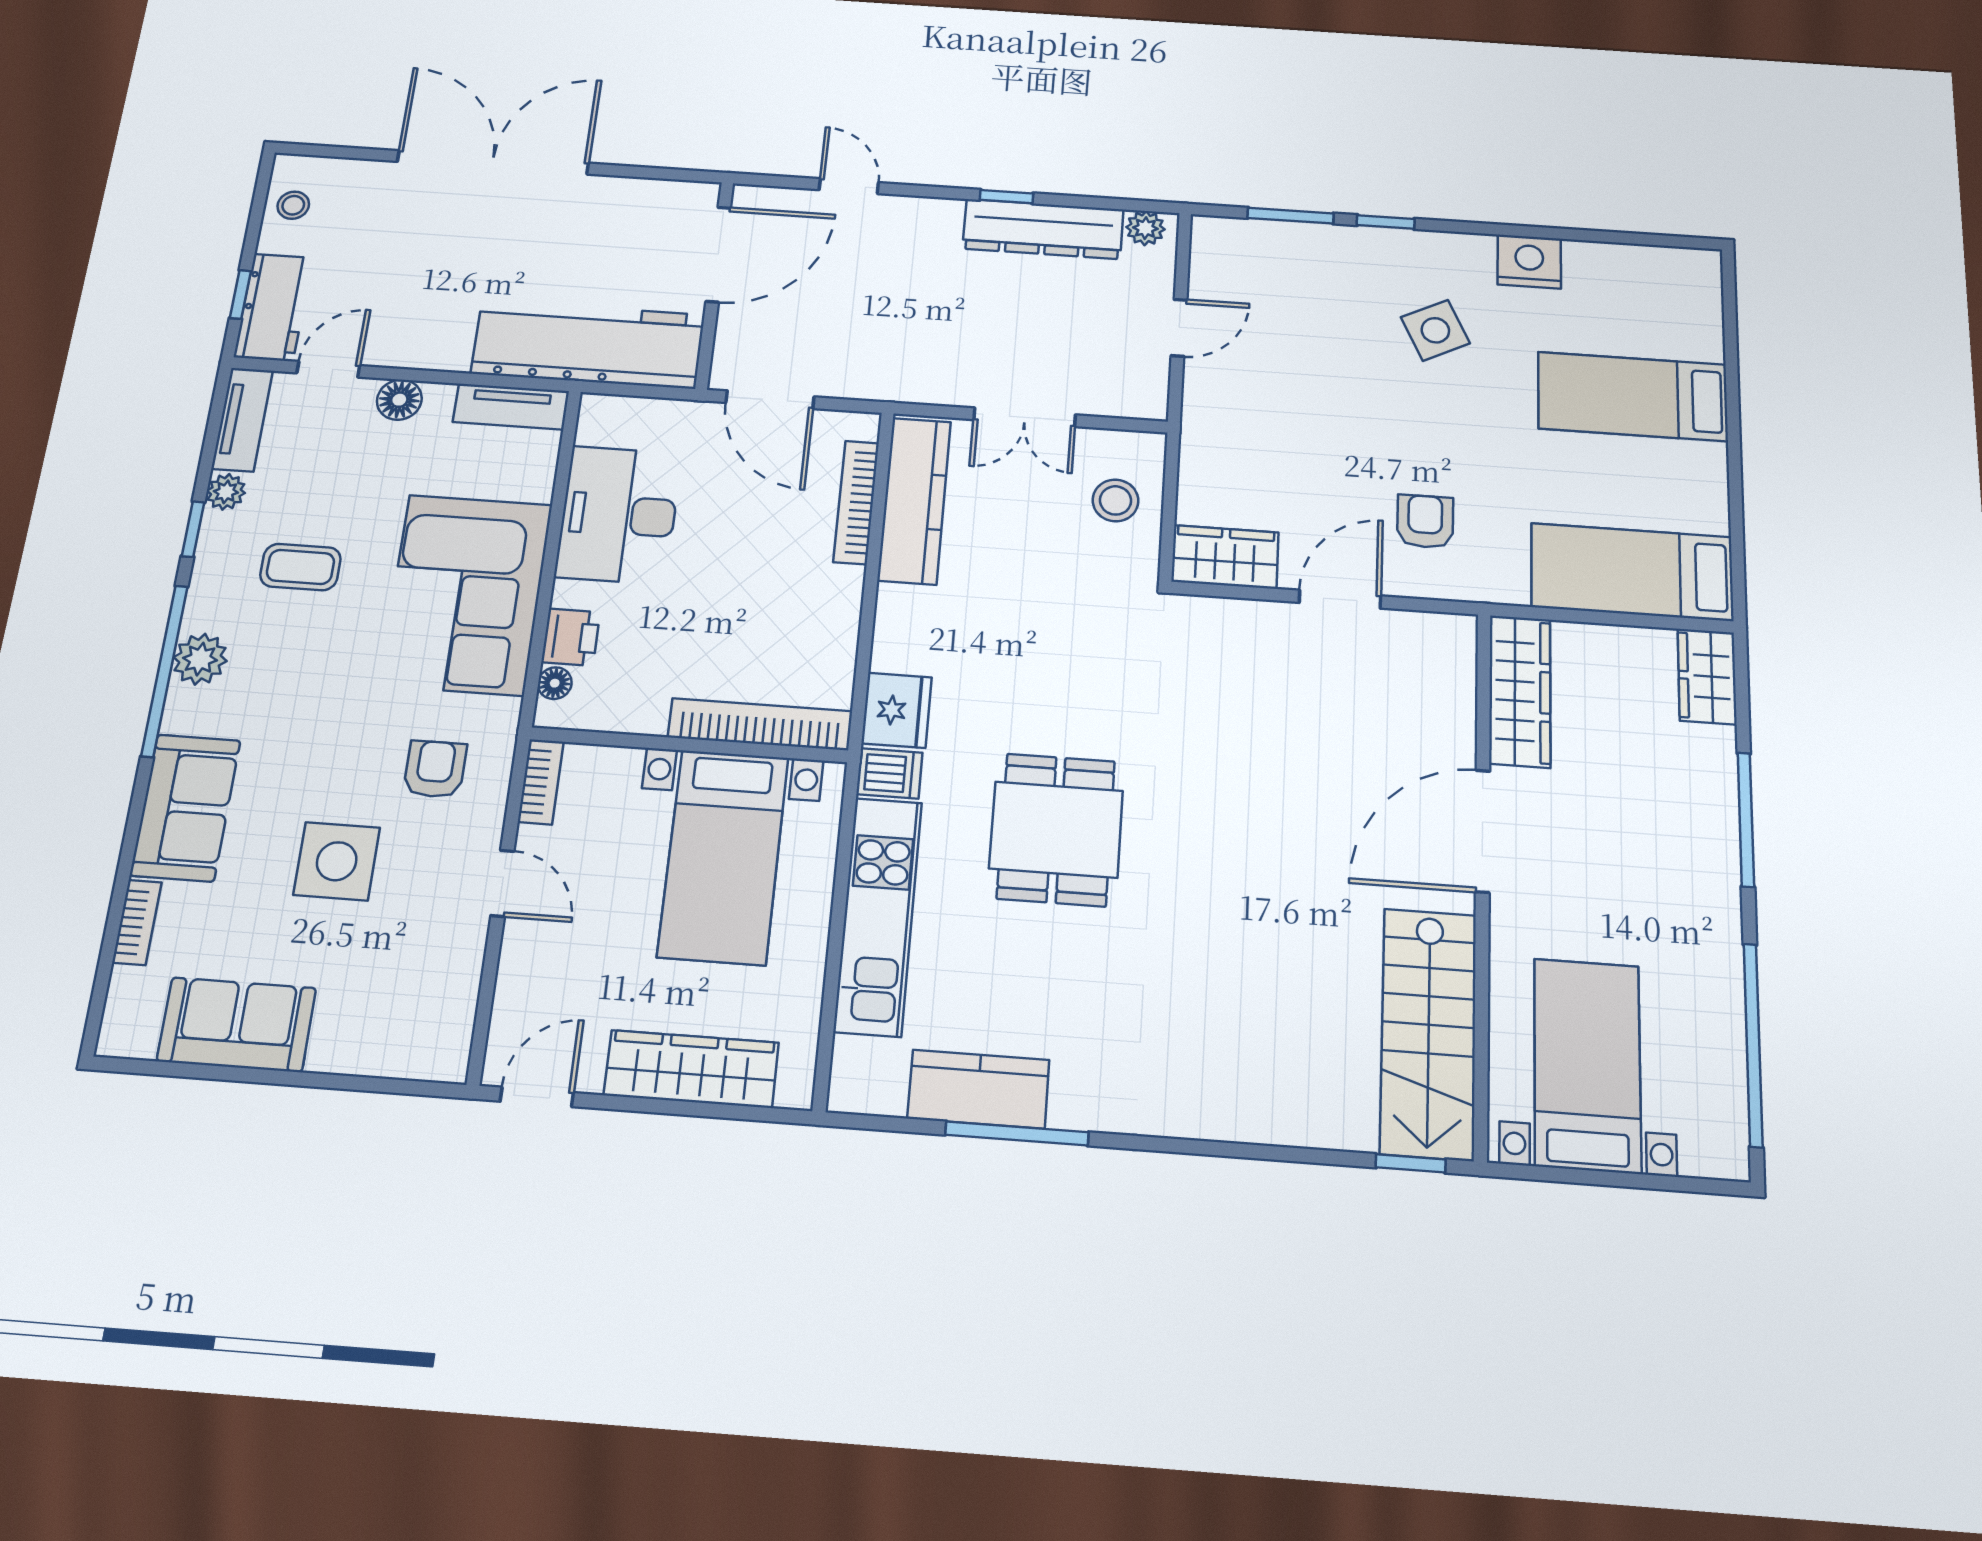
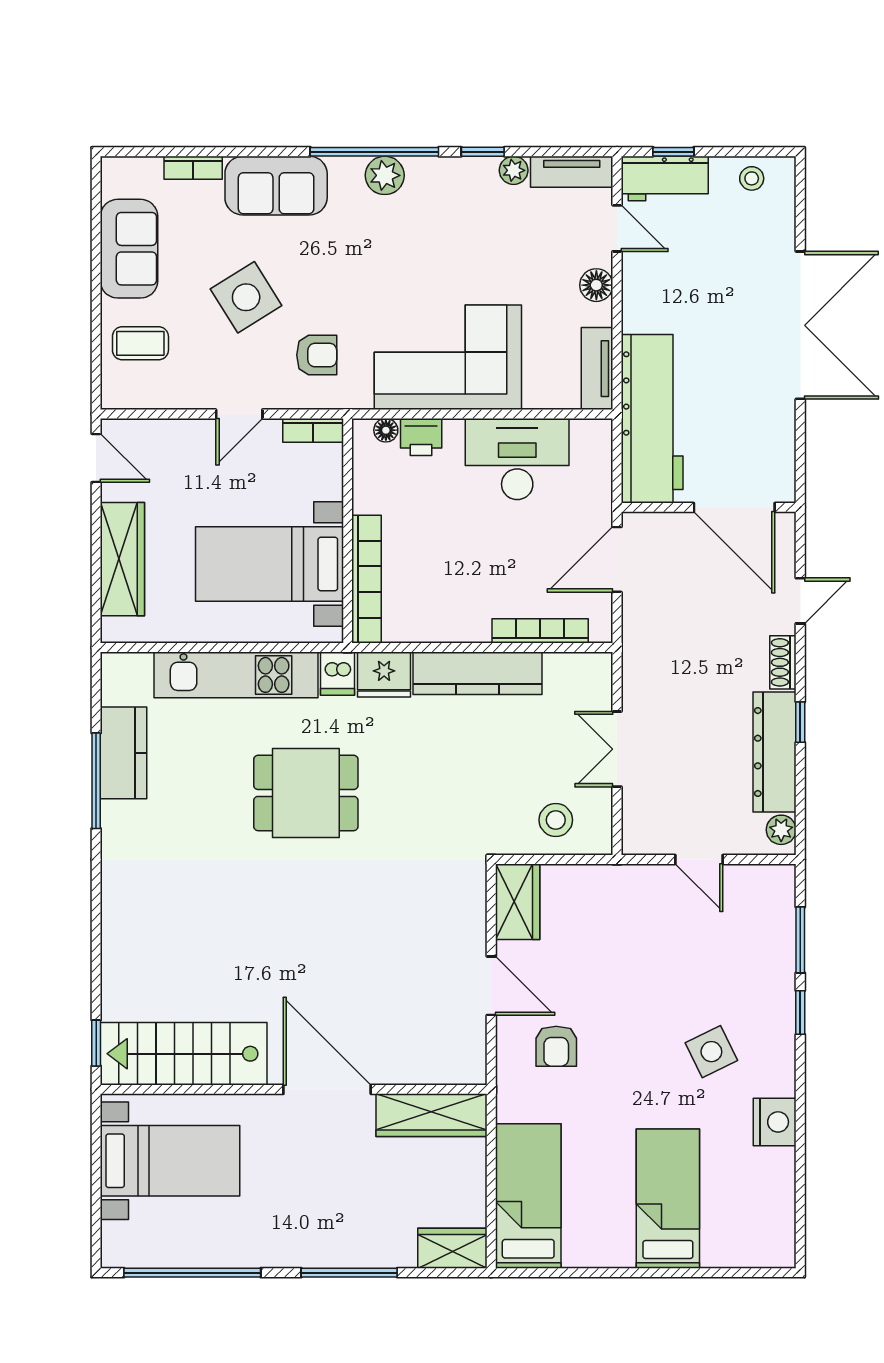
shoe rack: (927, 211) -> (783, 662), added
kitchen counter: (914, 501) -> (478, 673), moved
armchair: (1425, 522) -> (556, 1046), turned 90
coffee table: (300, 567) -> (140, 343), moved, turned 90
side table: (337, 861) -> (246, 297), turned -32

